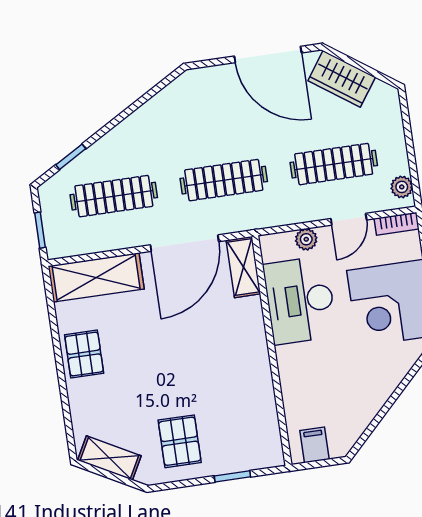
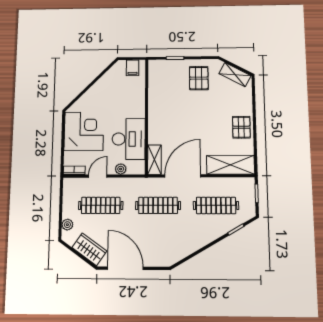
plant: (402, 187) -> (67, 225), moved

